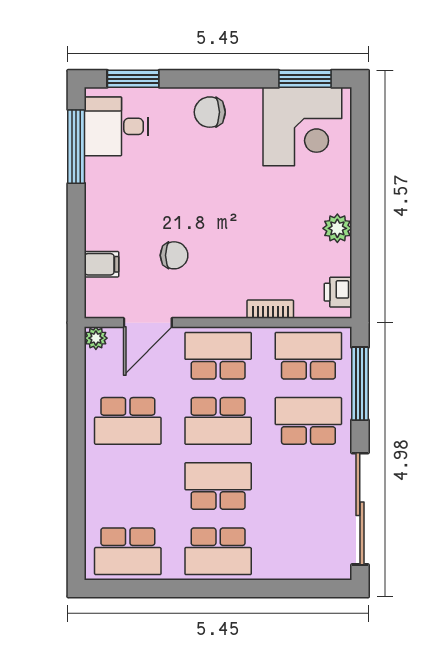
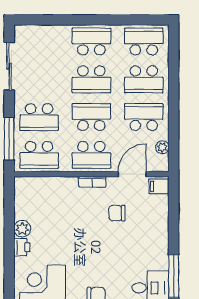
filing cabinet: (102, 264) -> (159, 186), moved
printer: (338, 292) -> (22, 247), moved
bookcase: (270, 309) -> (92, 182), moved
plant: (96, 338) -> (162, 147), moved
school desk: (128, 486) -> (144, 79), added
sliding door: (360, 509) -> (9, 66), width x0.73

